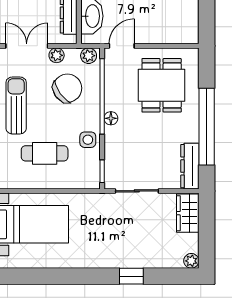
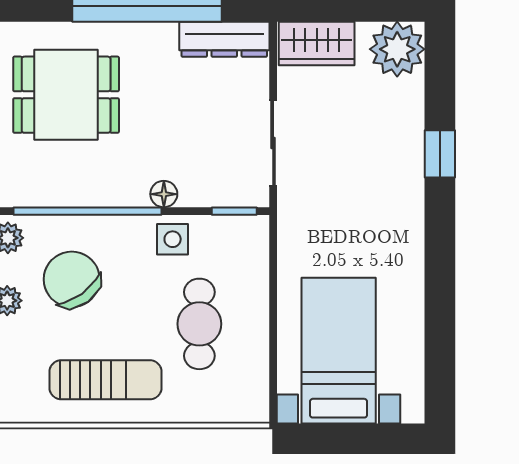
sun lounger: (16, 105) -> (105, 380), turned 180
floor lamp: (111, 118) -> (164, 194), moved
plant: (191, 261) -> (397, 49), width x1.87, depth x1.87

